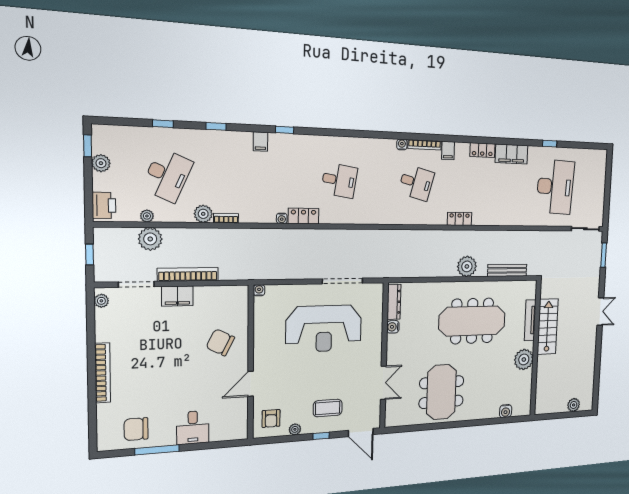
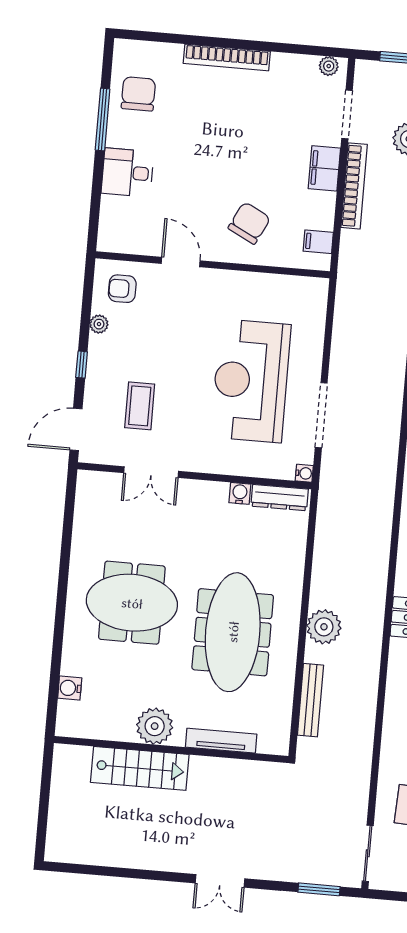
water cooler: (259, 290) -> (304, 473), moved
filing cabinet: (229, 295) -> (318, 242), added
stairs: (548, 327) -> (140, 768), moved
meeting table: (441, 392) -> (132, 603), moved
plant: (574, 405) -> (59, 822), removed
coffee table: (328, 408) -> (140, 406), moved

